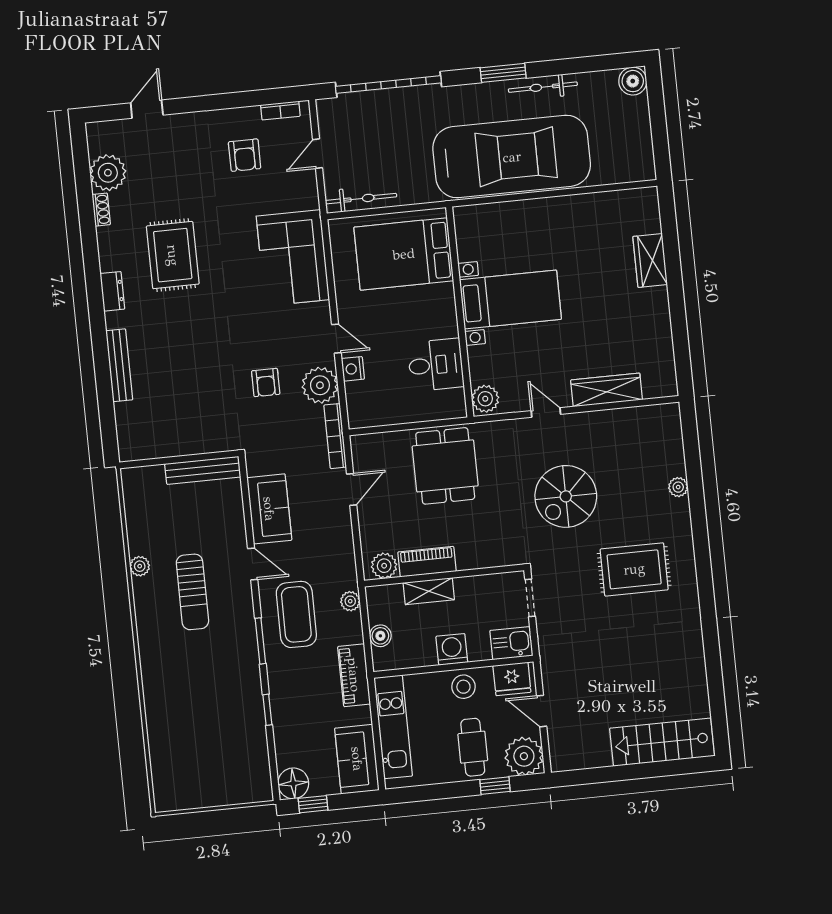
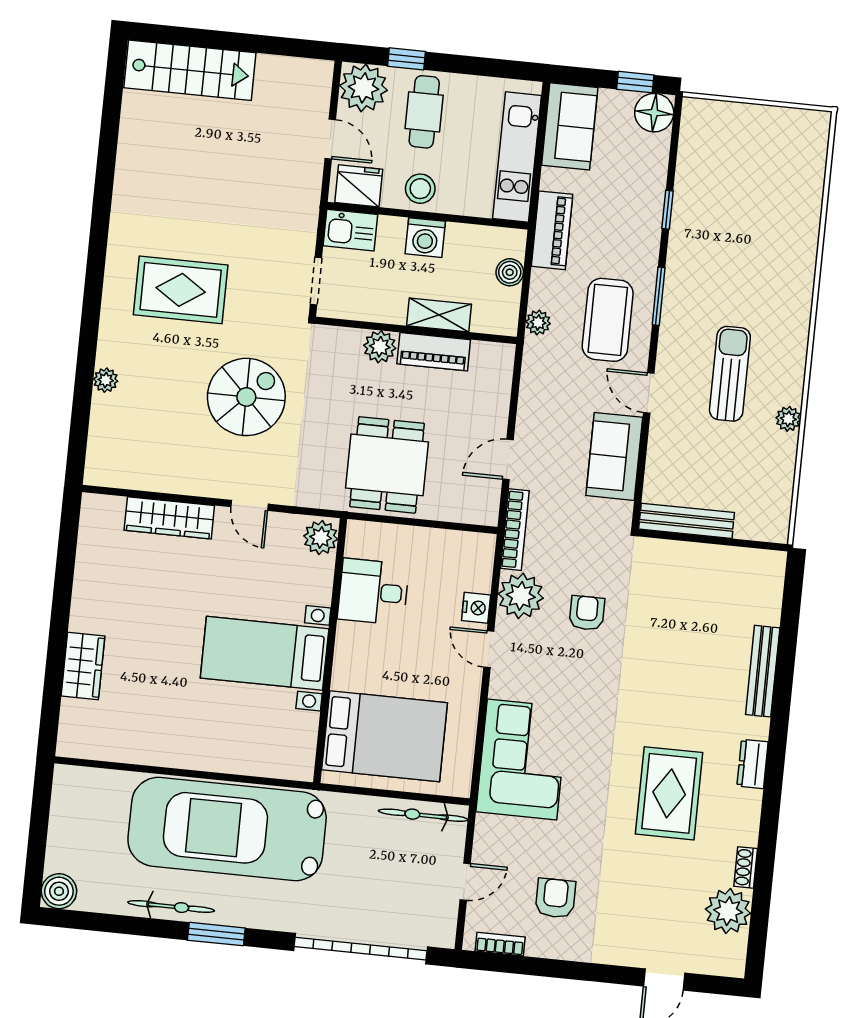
plant: (384, 566) -> (380, 347), moved

